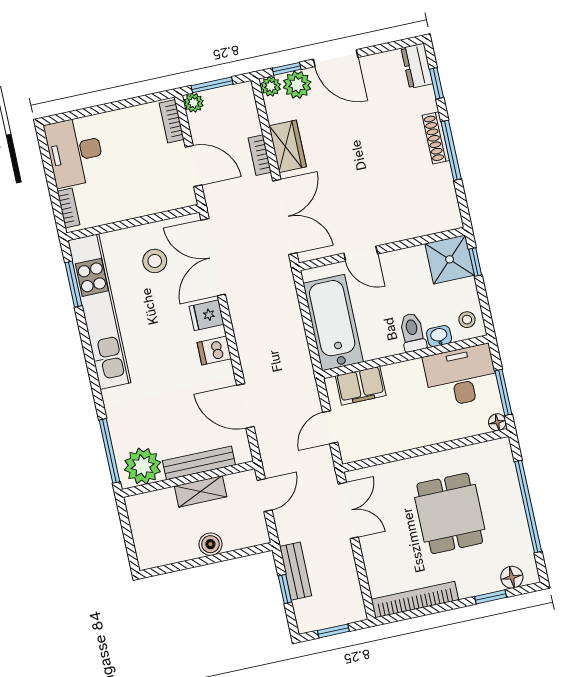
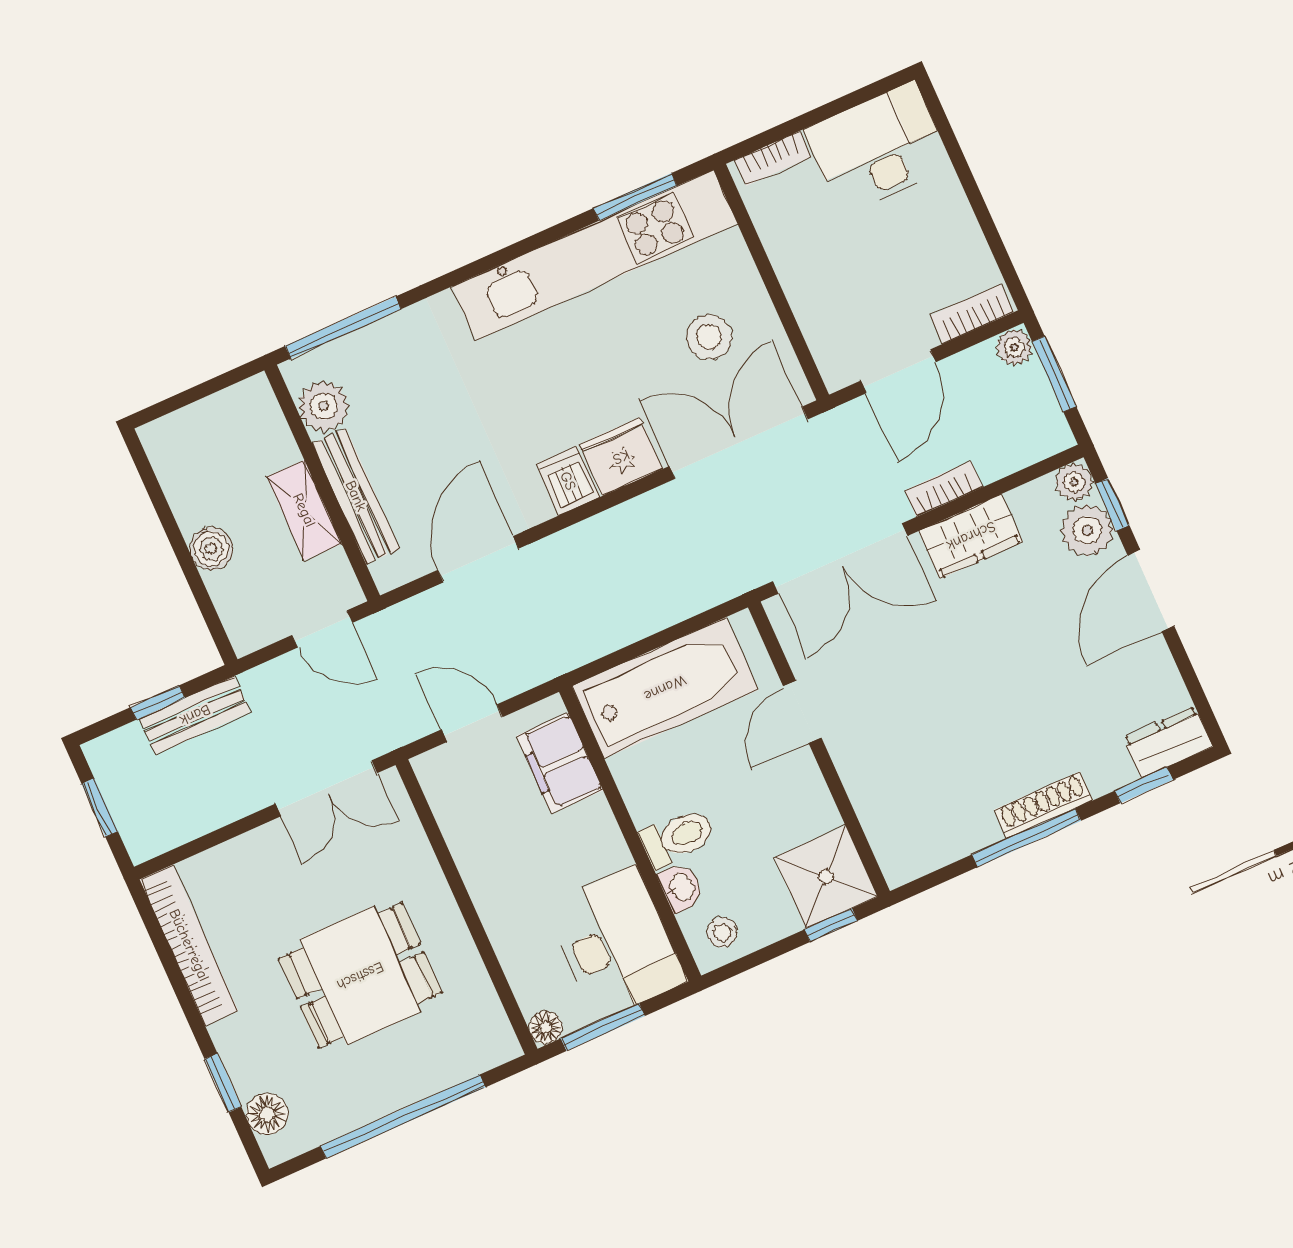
fridge: (206, 315) -> (621, 457), width x1.38
plant: (143, 466) -> (324, 406), width x0.73, depth x0.73

